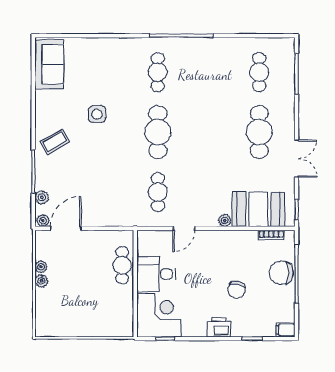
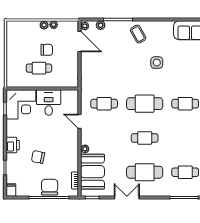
cafe table: (208, 132) -> (145, 138), added
double door: (297, 159) -> (127, 197), swing flipped
cafe table: (122, 265) -> (39, 68), moved
chair: (78, 277) -> (47, 50), added

